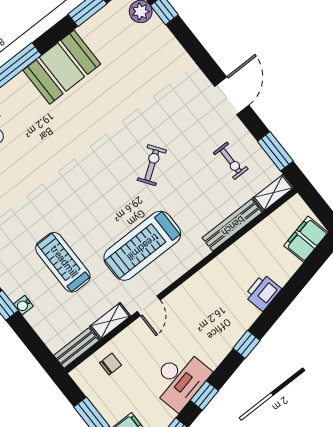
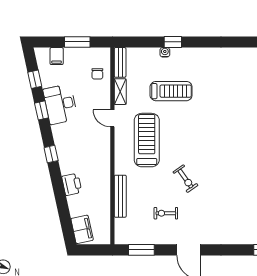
exercise bike: (231, 161) -> (166, 213), moved
shelving: (273, 193) -> (120, 231), removed

